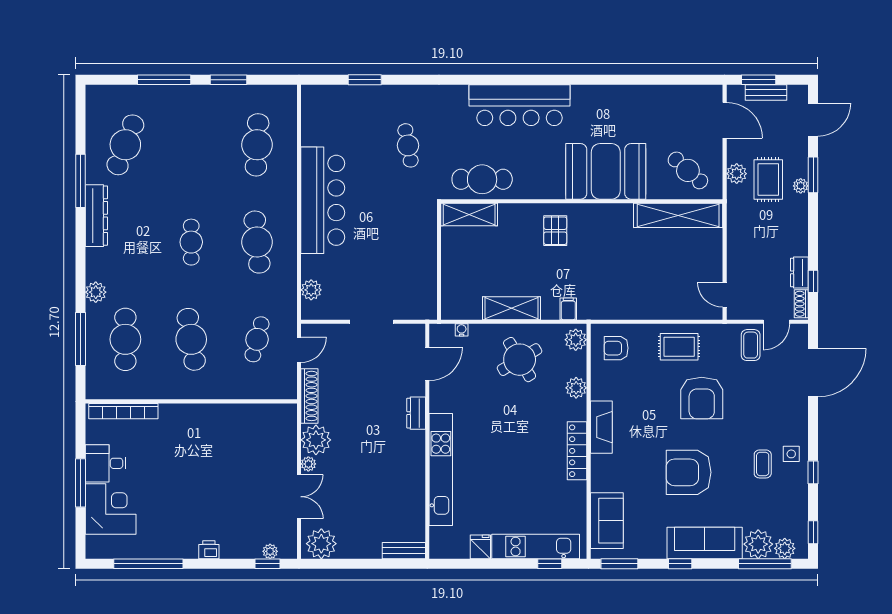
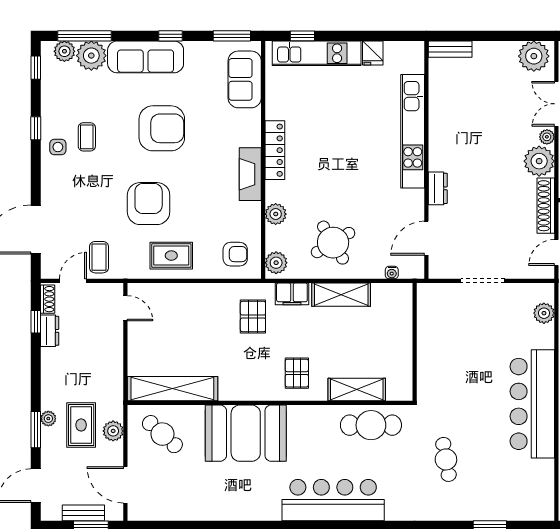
shelving: (469, 215) -> (357, 389), moved
pallet: (599, 287) -> (253, 316), added
filing cabinet: (568, 309) -> (292, 294), width x2.00

